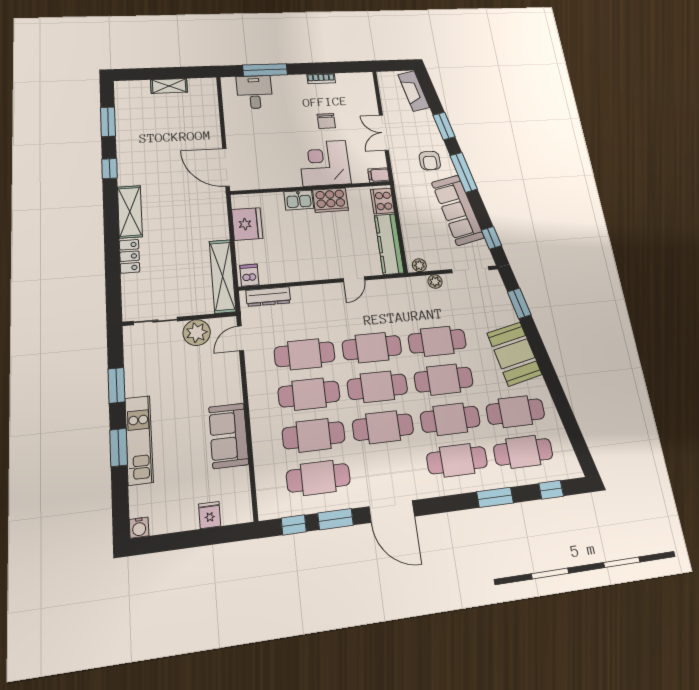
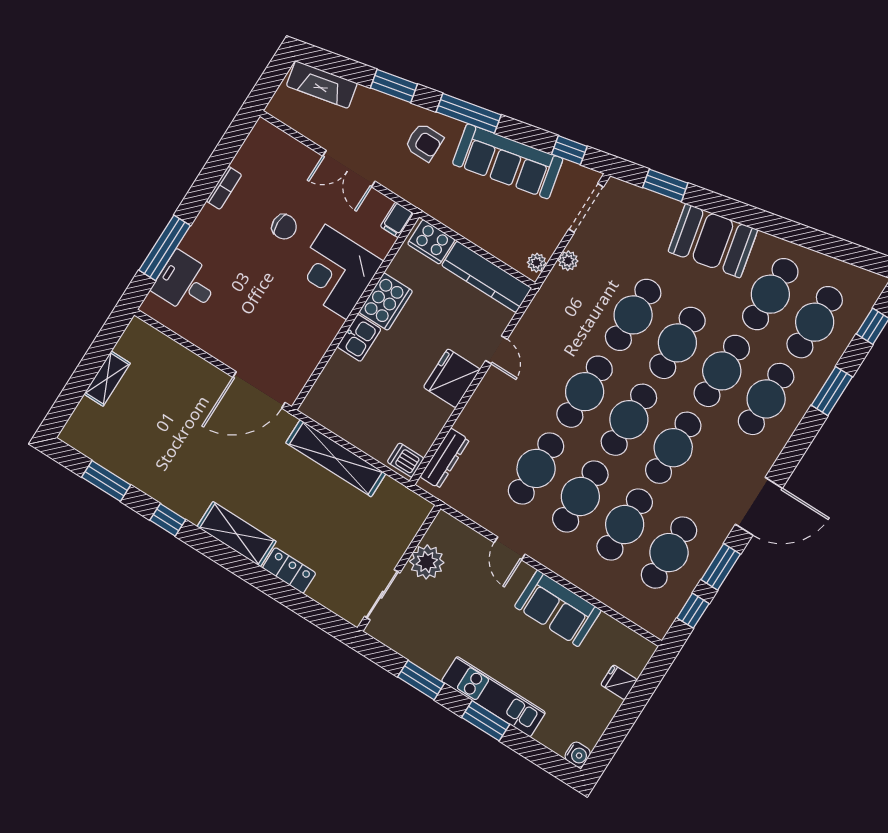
fridge: (247, 224) -> (452, 378), moved, turned -90
shelving: (223, 276) -> (336, 458), moved
door: (240, 338) -> (510, 548), moved

